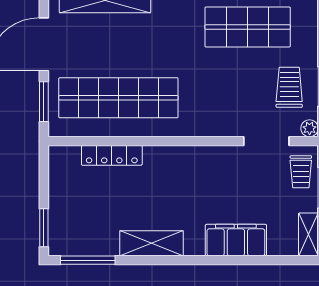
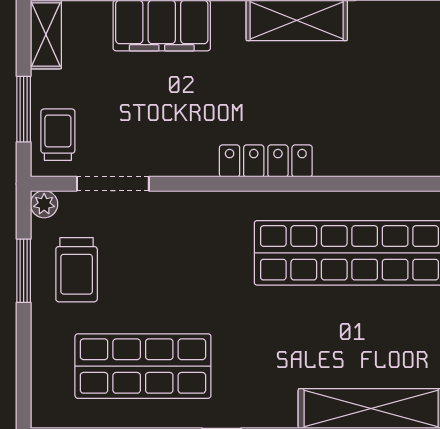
locker: (112, 155) -> (266, 161), moved

